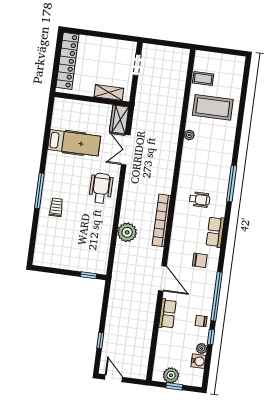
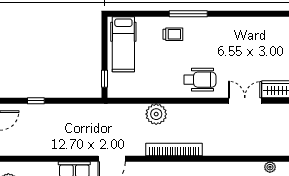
hospital bed: (74, 143) -> (123, 44), moved

